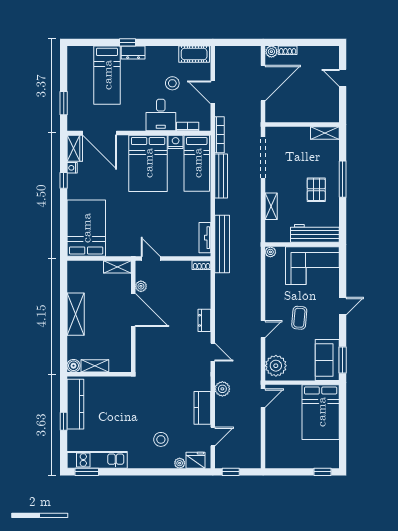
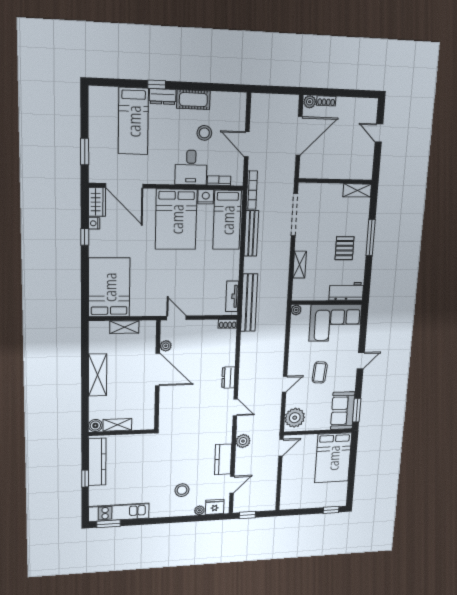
cot: (194, 54) -> (193, 100), moved
workbench: (315, 233) -> (346, 291), width x0.73
shelving: (117, 267) -> (124, 327), moved

